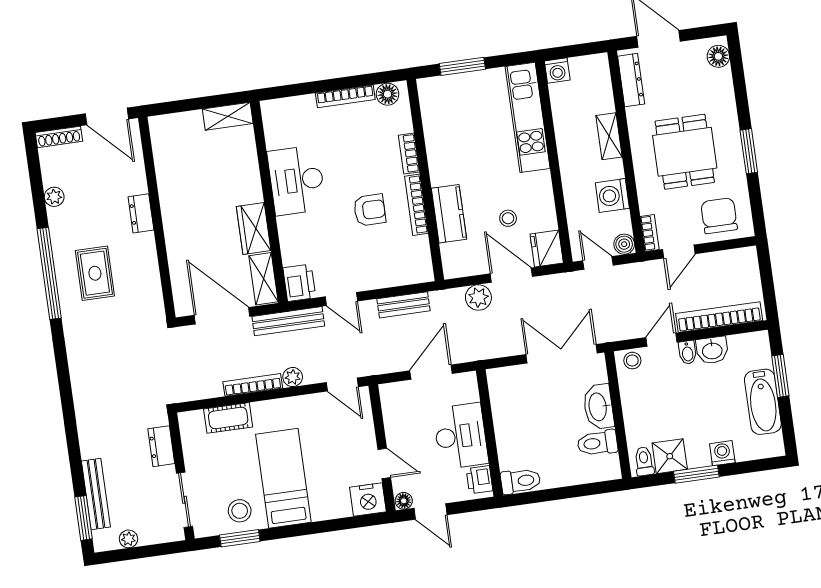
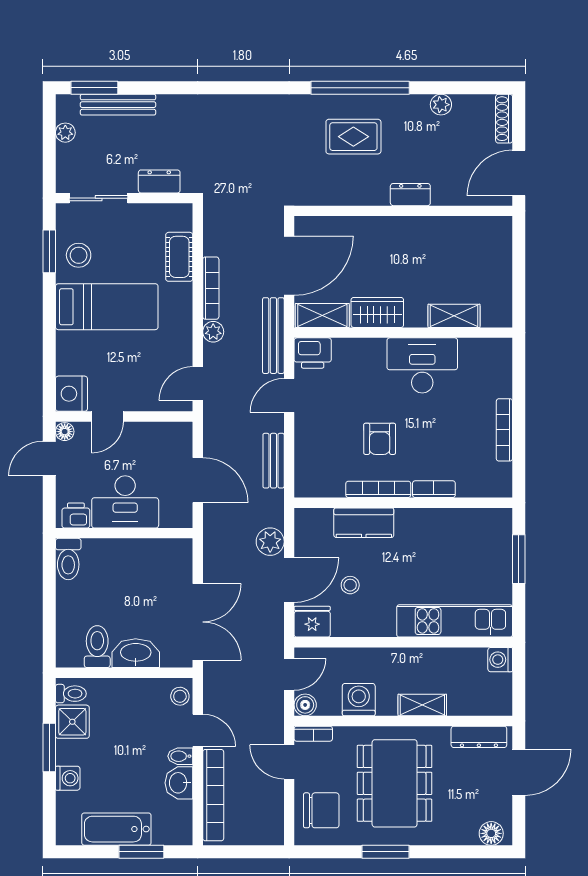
floor lamp: (388, 94) -> (500, 475), removed
shelving: (228, 116) -> (454, 316), moved, turned 90
dining table: (685, 152) -> (395, 783), width x1.37

